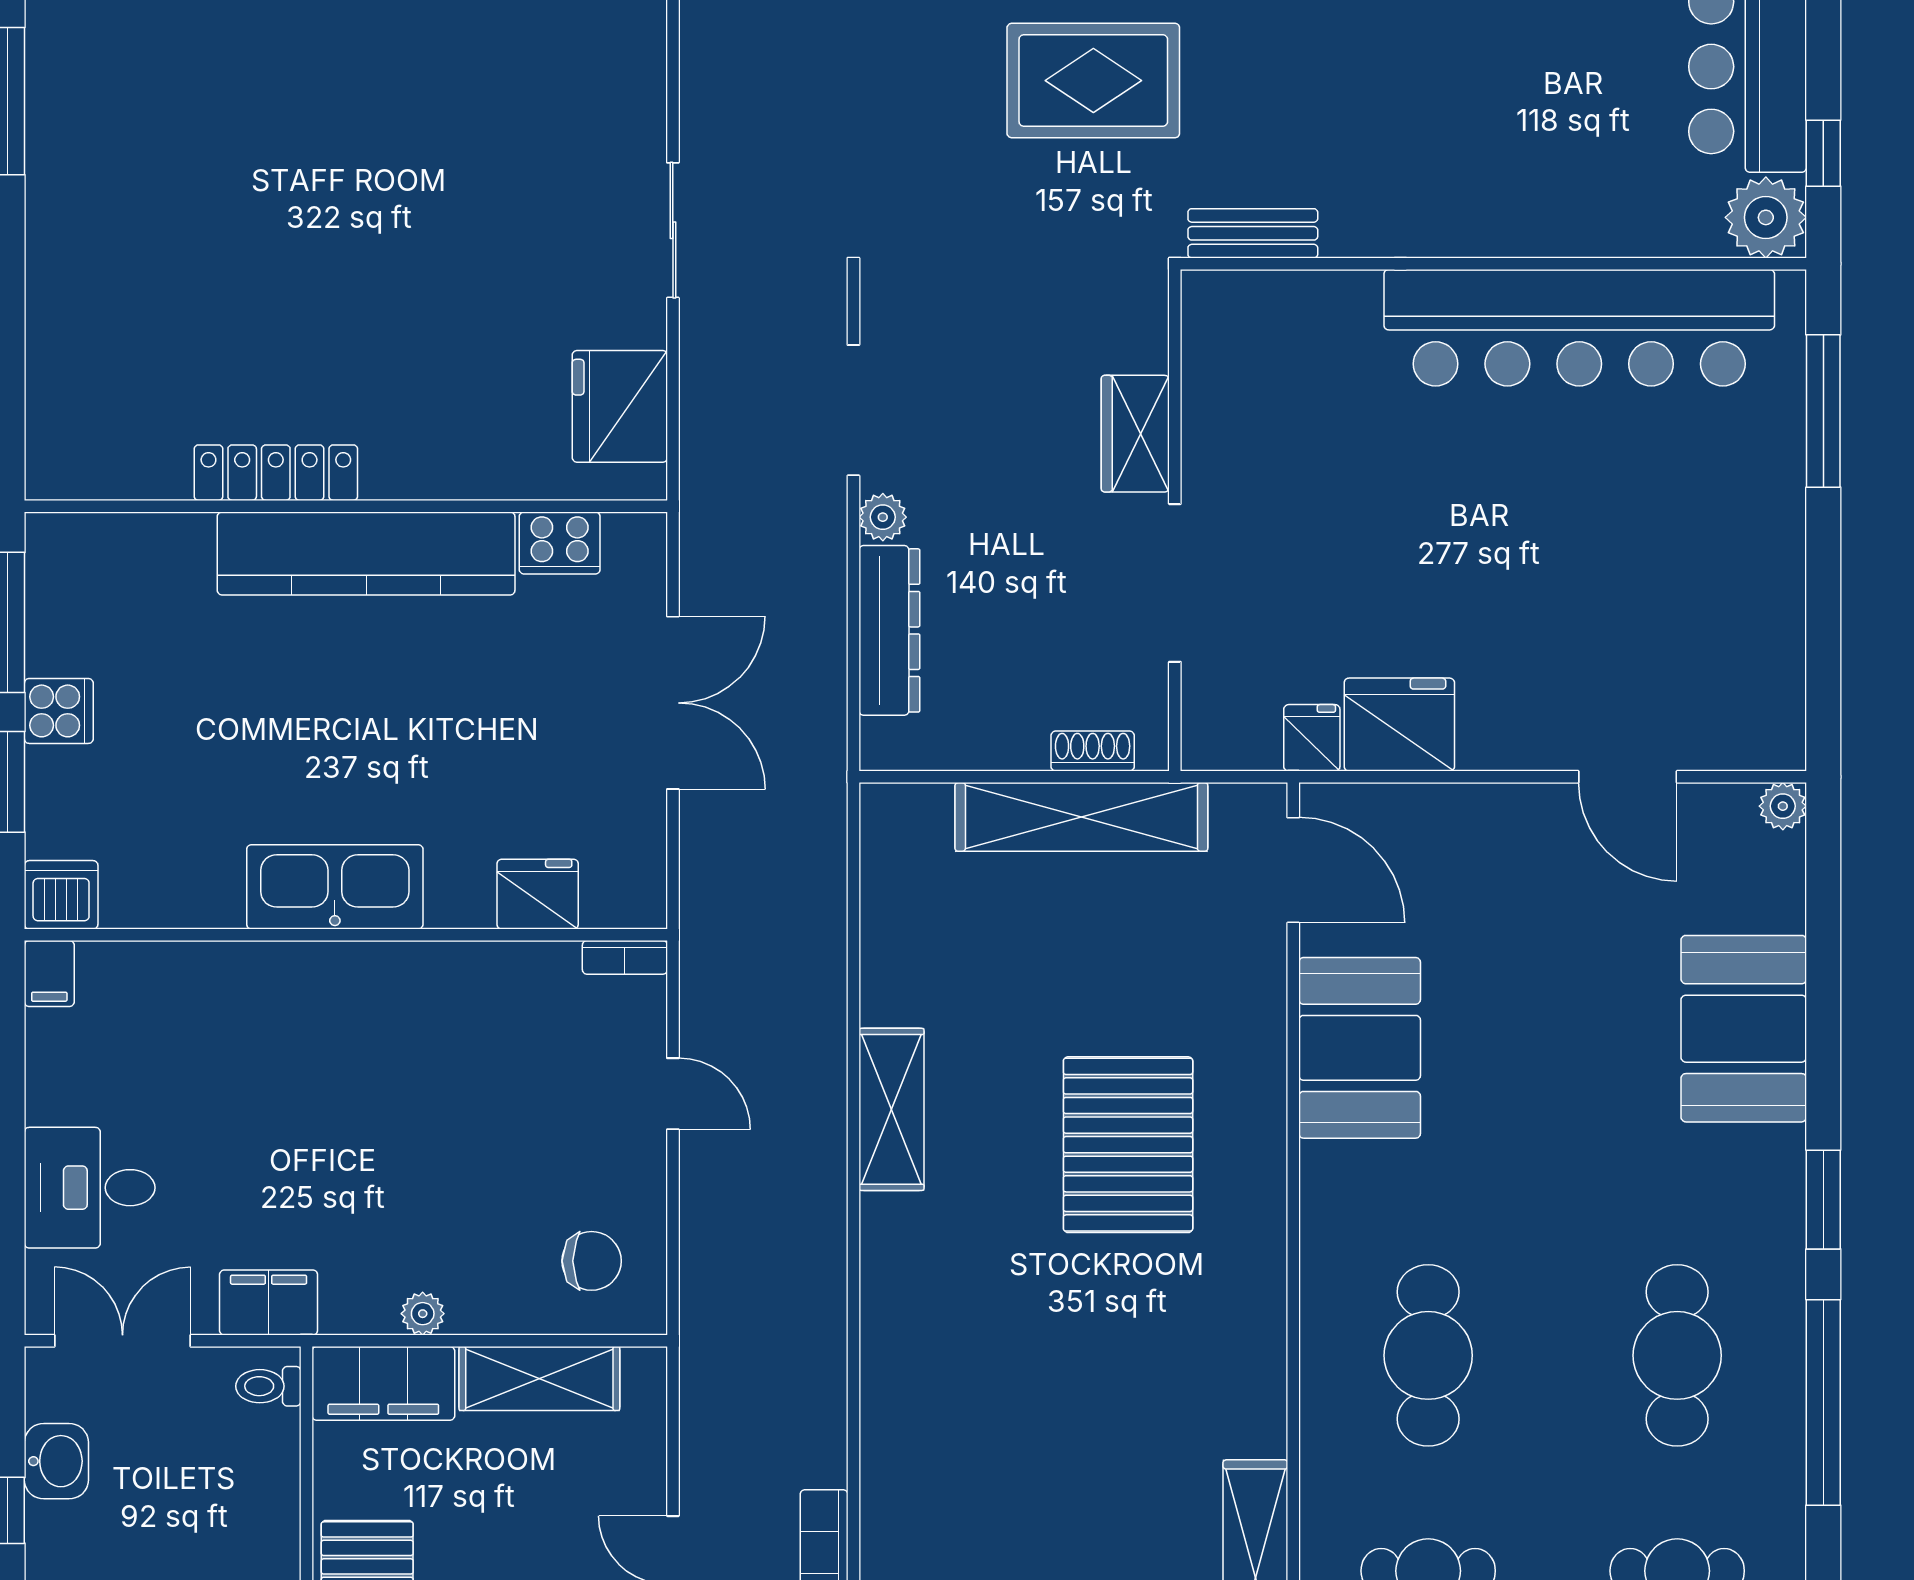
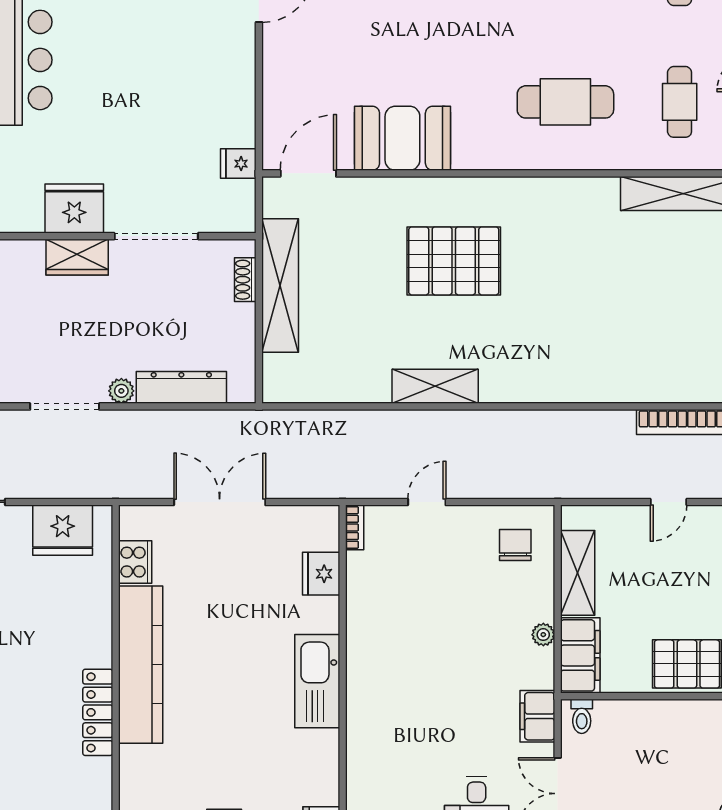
fridge: (1399, 725) -> (74, 208), moved, turned 90

